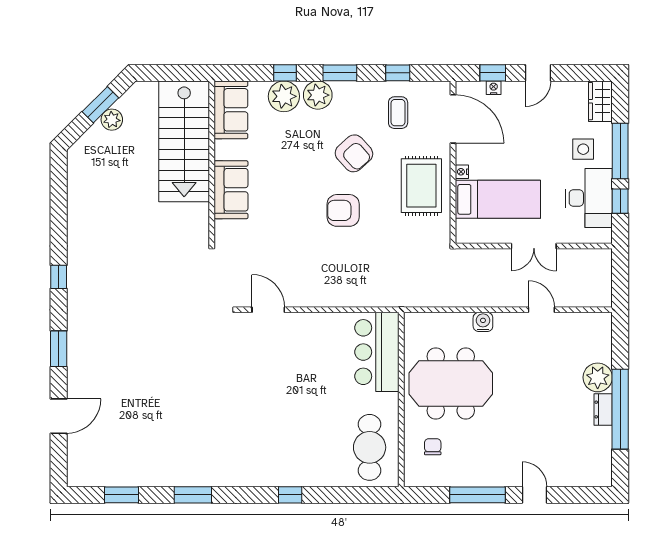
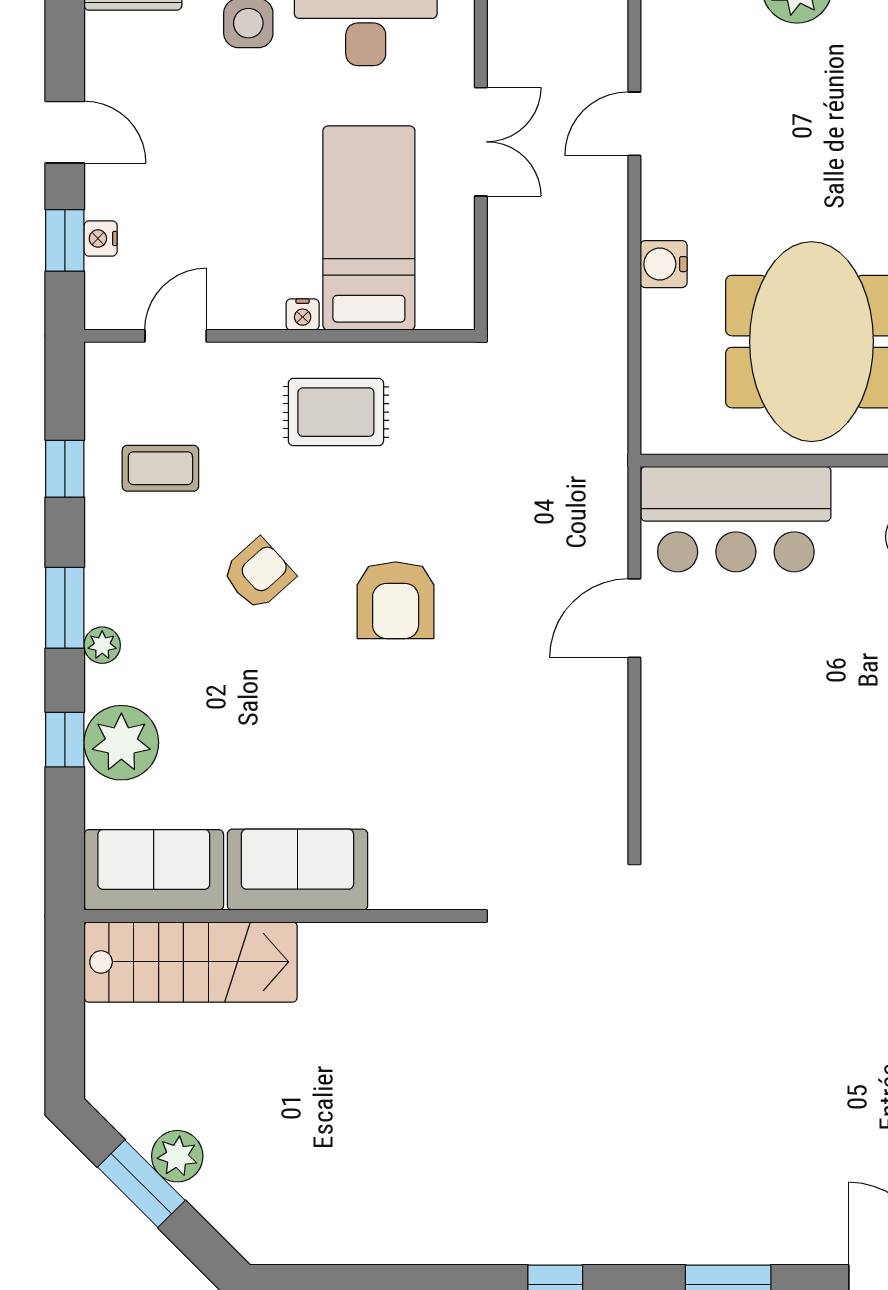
plant: (318, 95) -> (102, 645), width x0.53, depth x0.53
door: (453, 119) -> (176, 336), width x0.53
stairs: (184, 141) -> (191, 962), width x0.73, depth x0.66
armchair: (354, 153) -> (258, 574), width x0.72, depth x0.72
rug: (421, 186) -> (336, 412), width x0.73, depth x0.70
sofa: (231, 190) -> (297, 870), moved
door: (268, 310) -> (634, 618), moved

